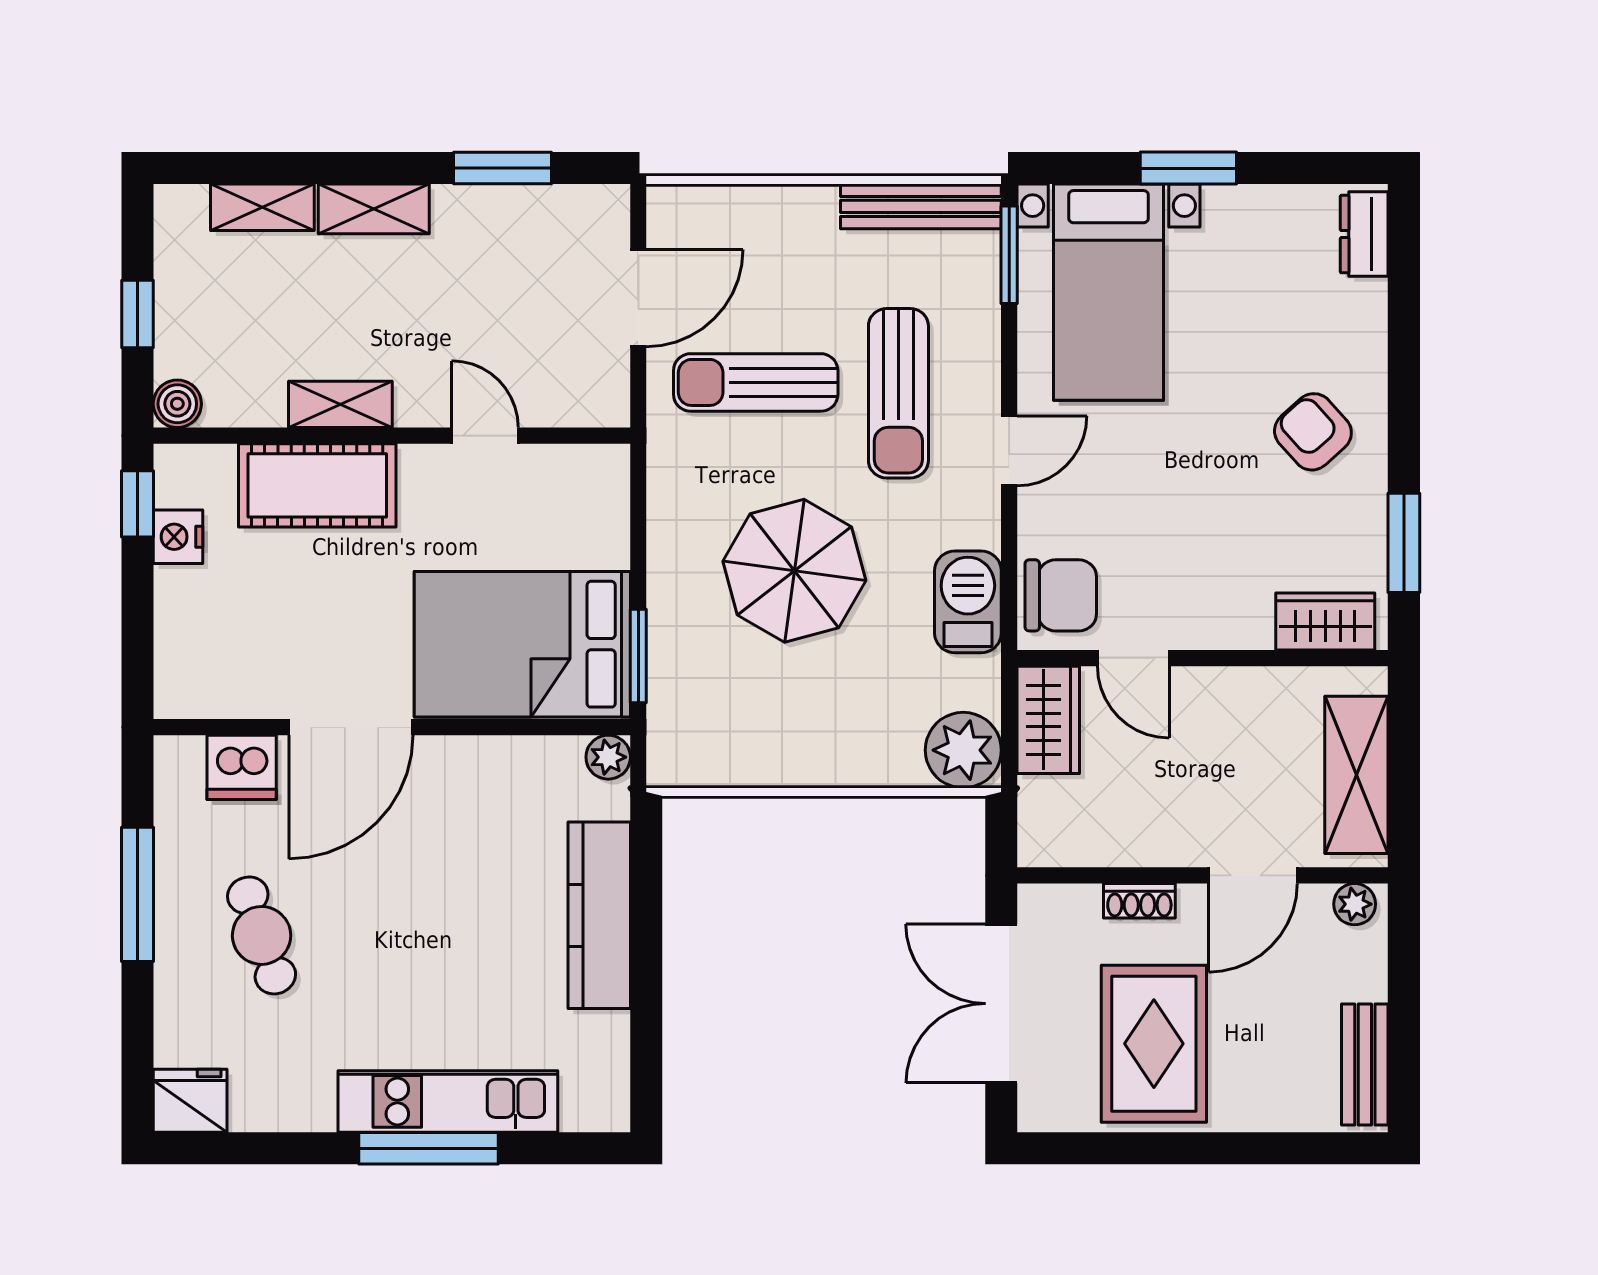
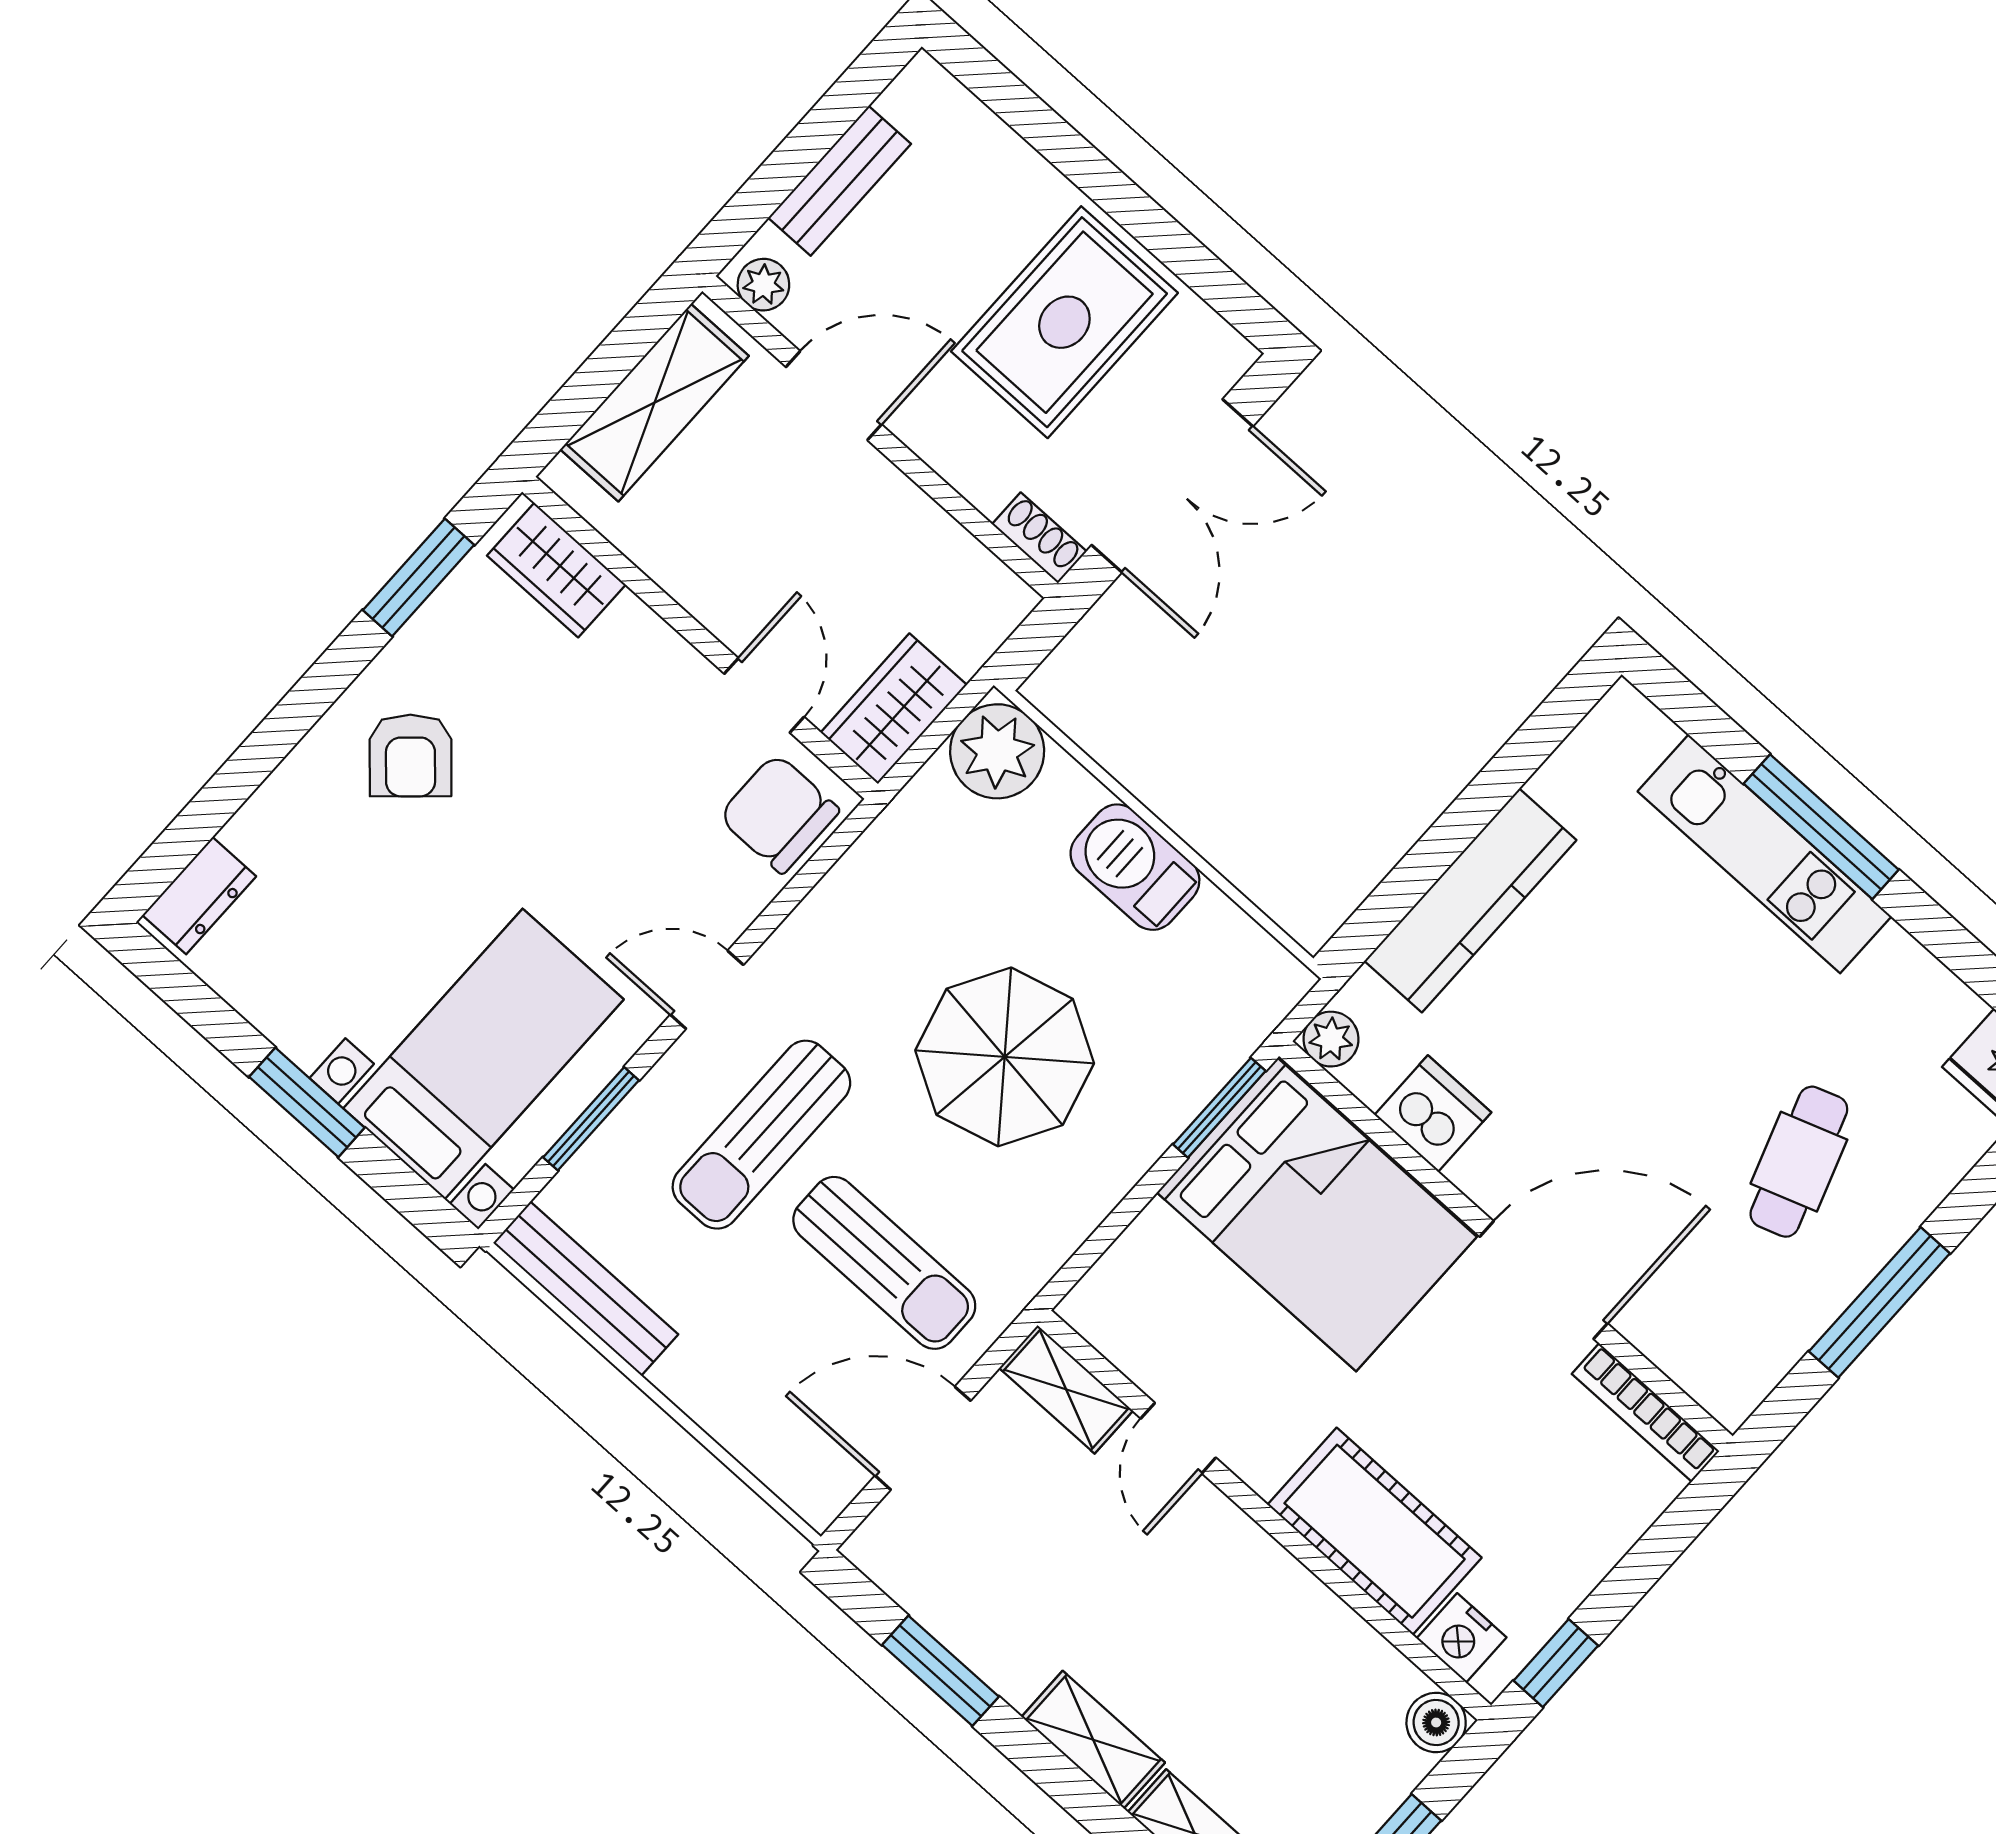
window: (1009, 255) -> (591, 1119), moved
sun lounger: (898, 393) -> (761, 1135), turned 180
shelving: (340, 404) -> (1066, 1389), moved
nightstand: (178, 537) -> (1462, 1638), moved, turned 90
barbecue: (968, 602) -> (1135, 867), moved, turned 90
bookcase: (219, 702) -> (1646, 1412), added
dishwasher: (242, 767) -> (1433, 1114), moved
shoe rack: (1139, 901) -> (1039, 538), moved
bench: (1365, 1065) -> (840, 181), moved

